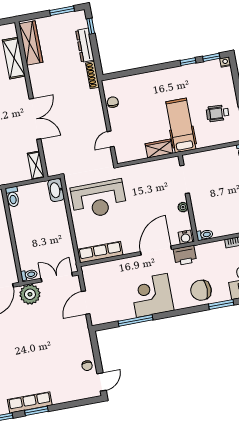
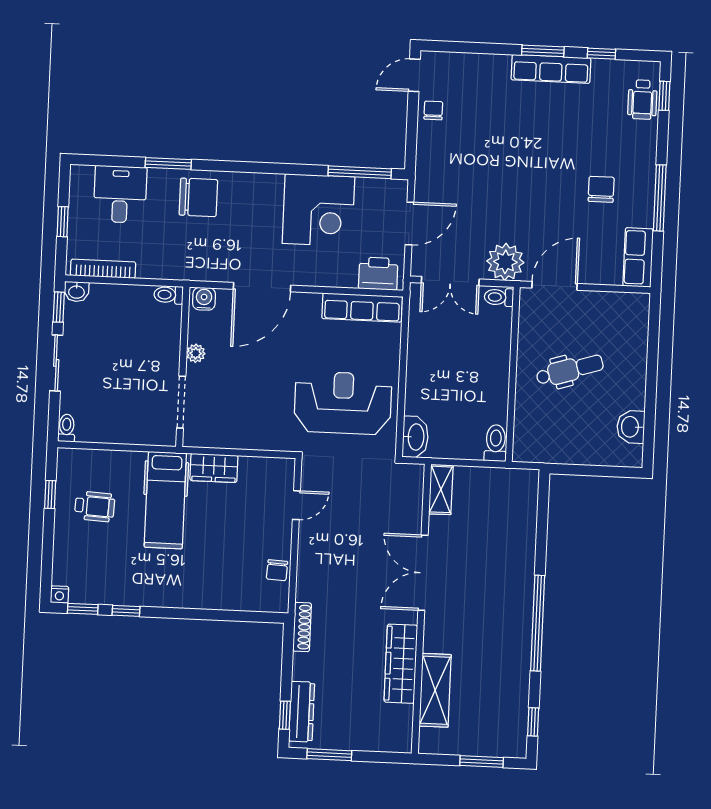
wardrobe: (31, 43) -> (401, 664), moved
dresser: (85, 45) -> (302, 712), moved
printer: (185, 255) -> (378, 274), moved
corner desk: (152, 295) -> (318, 210), moved
window: (135, 320) -> (360, 172), moved

